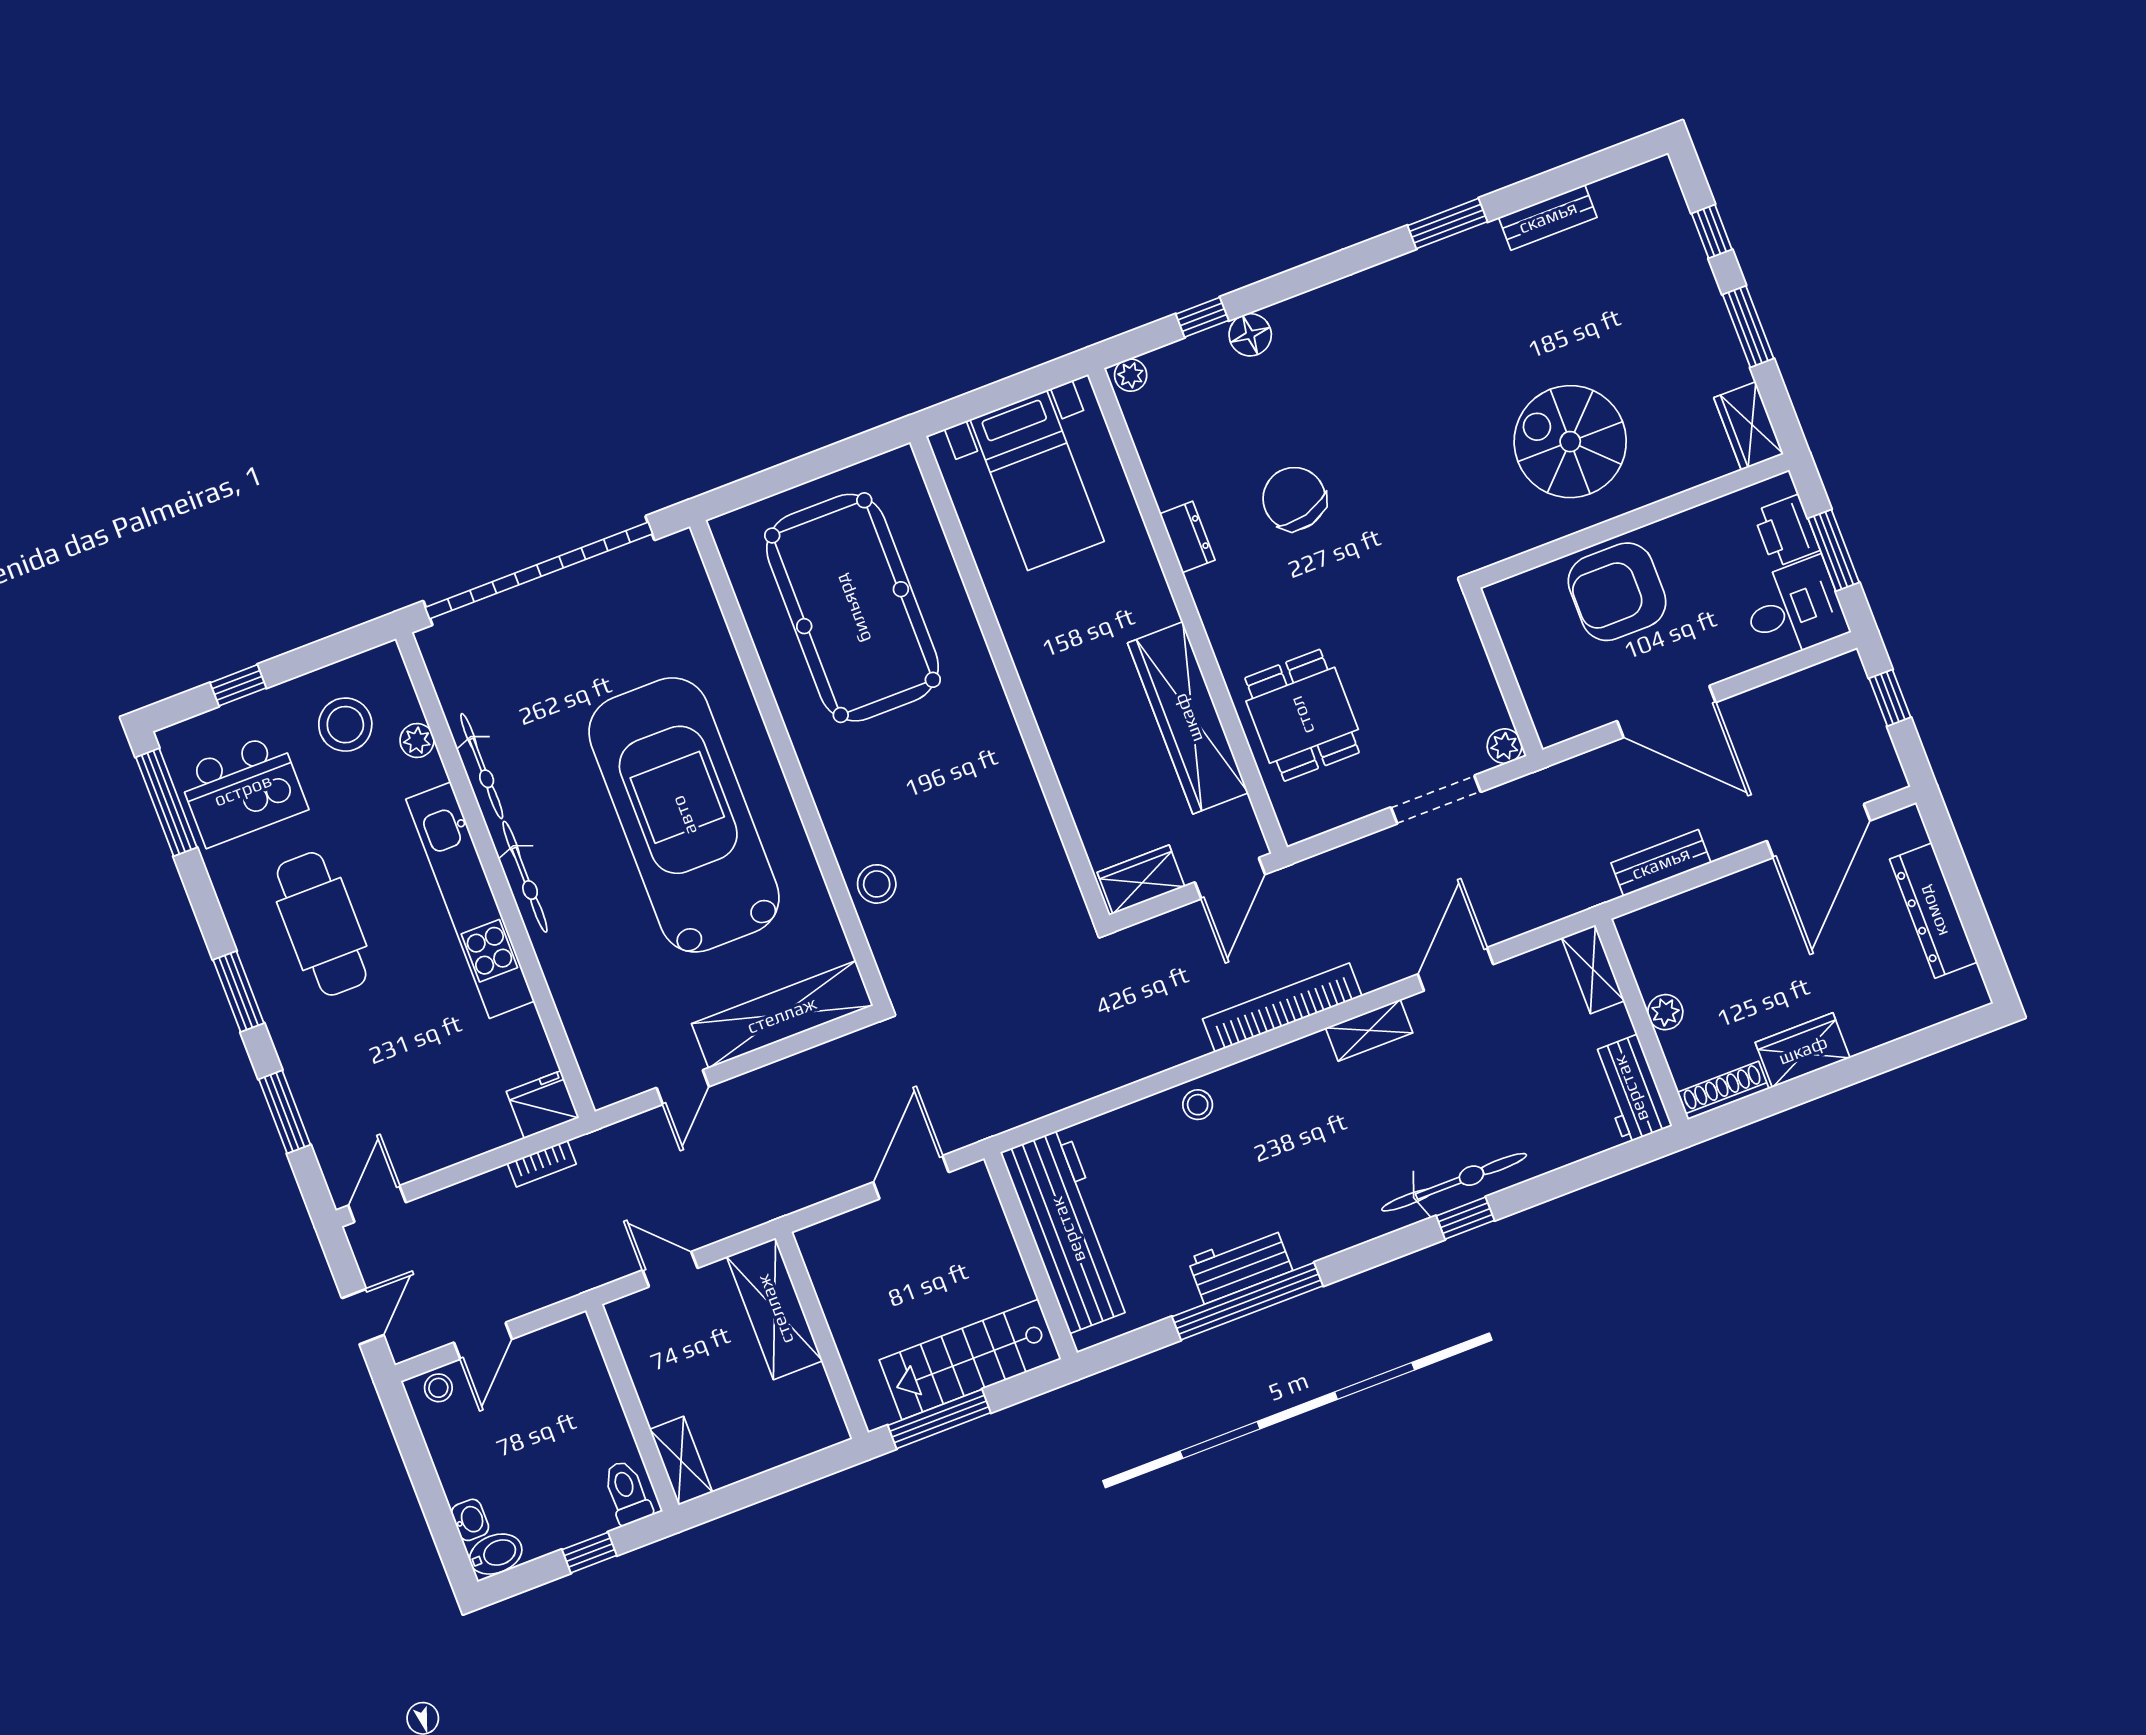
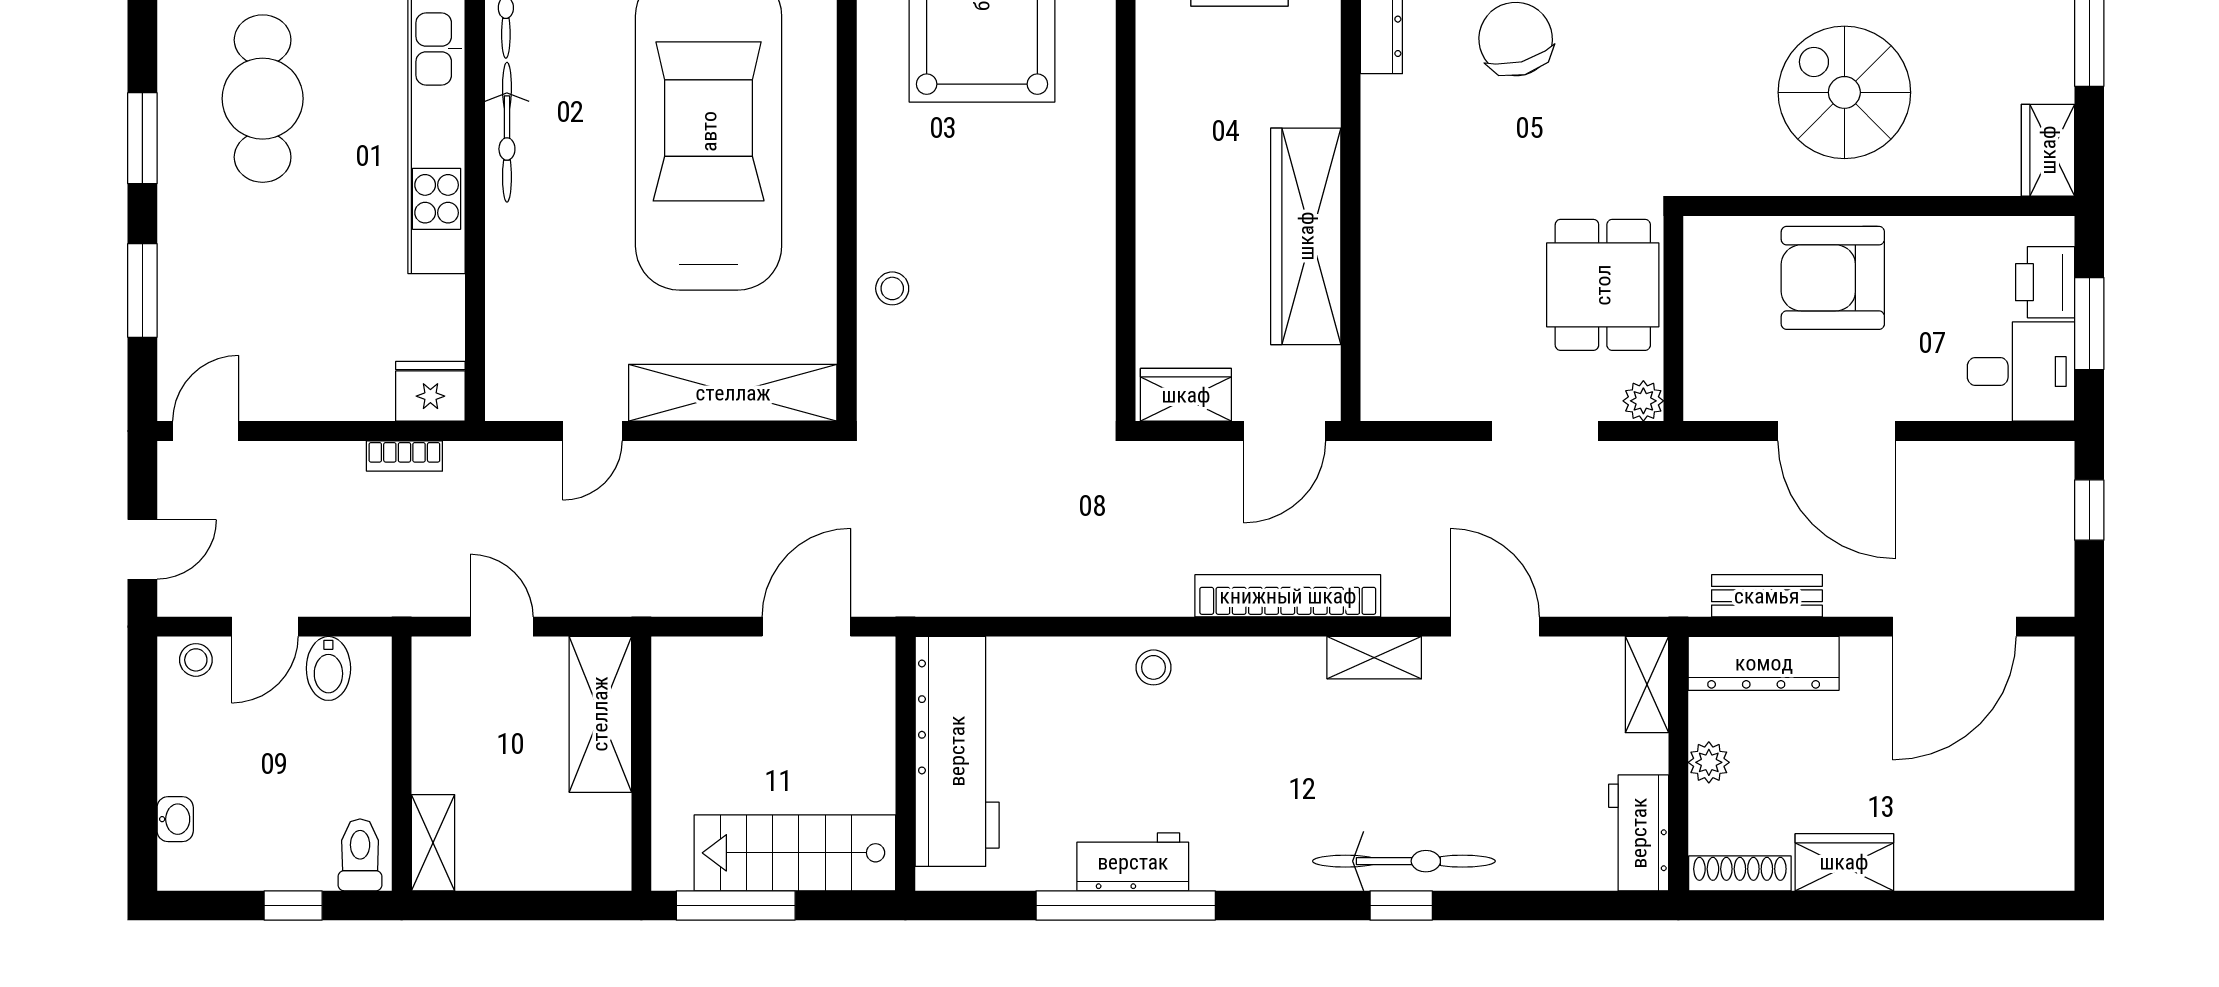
dining table: (1302, 715) -> (1603, 285), moved
stool: (877, 884) -> (892, 288), width x0.73, depth x0.73
dresser: (1933, 911) -> (1764, 663), moved, turned -90
door: (1455, 969) -> (1495, 627), hinge flipped
bidet: (496, 1554) -> (328, 668), moved, turned 90

